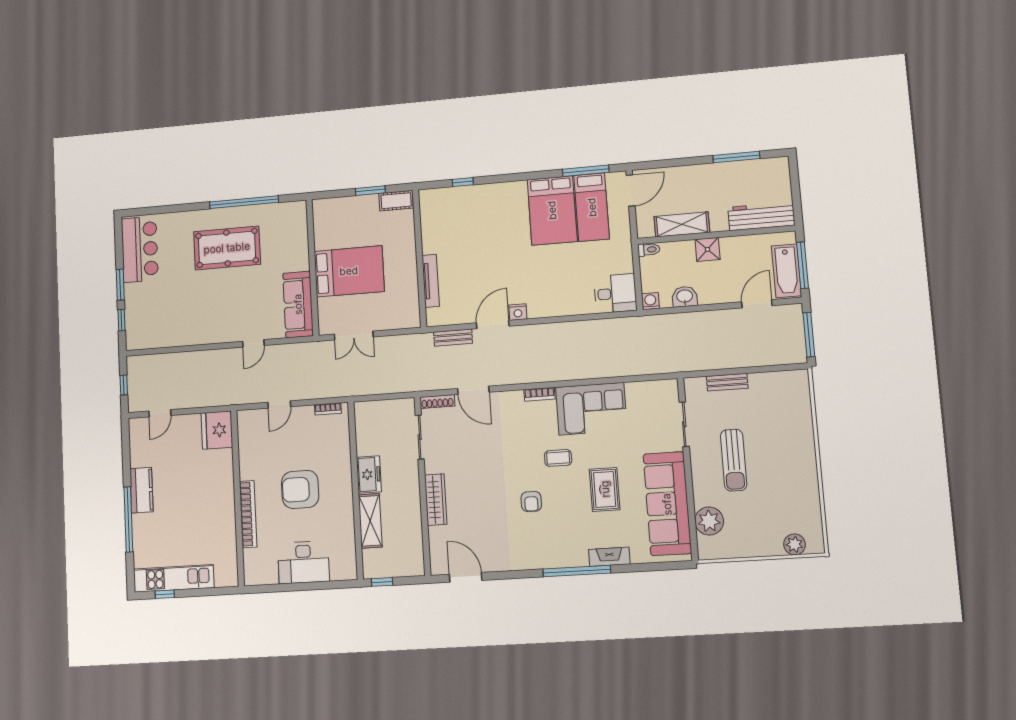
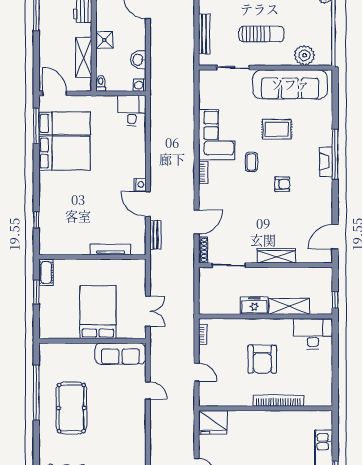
bench: (727, 382) -> (204, 34), width x1.36
fireplace: (609, 557) -> (326, 162), moved
desk: (303, 562) -> (313, 334), moved, turned -90

